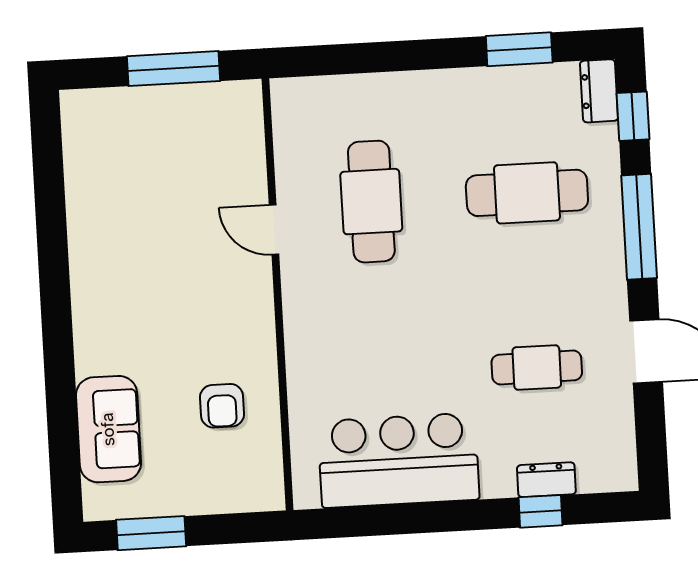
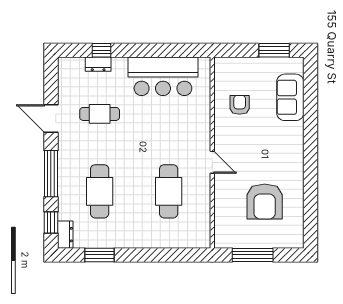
armchair: (153, 191) -> (265, 202), added
cafe table: (527, 193) -> (100, 191), turned 90
door: (274, 230) -> (212, 162), moved

